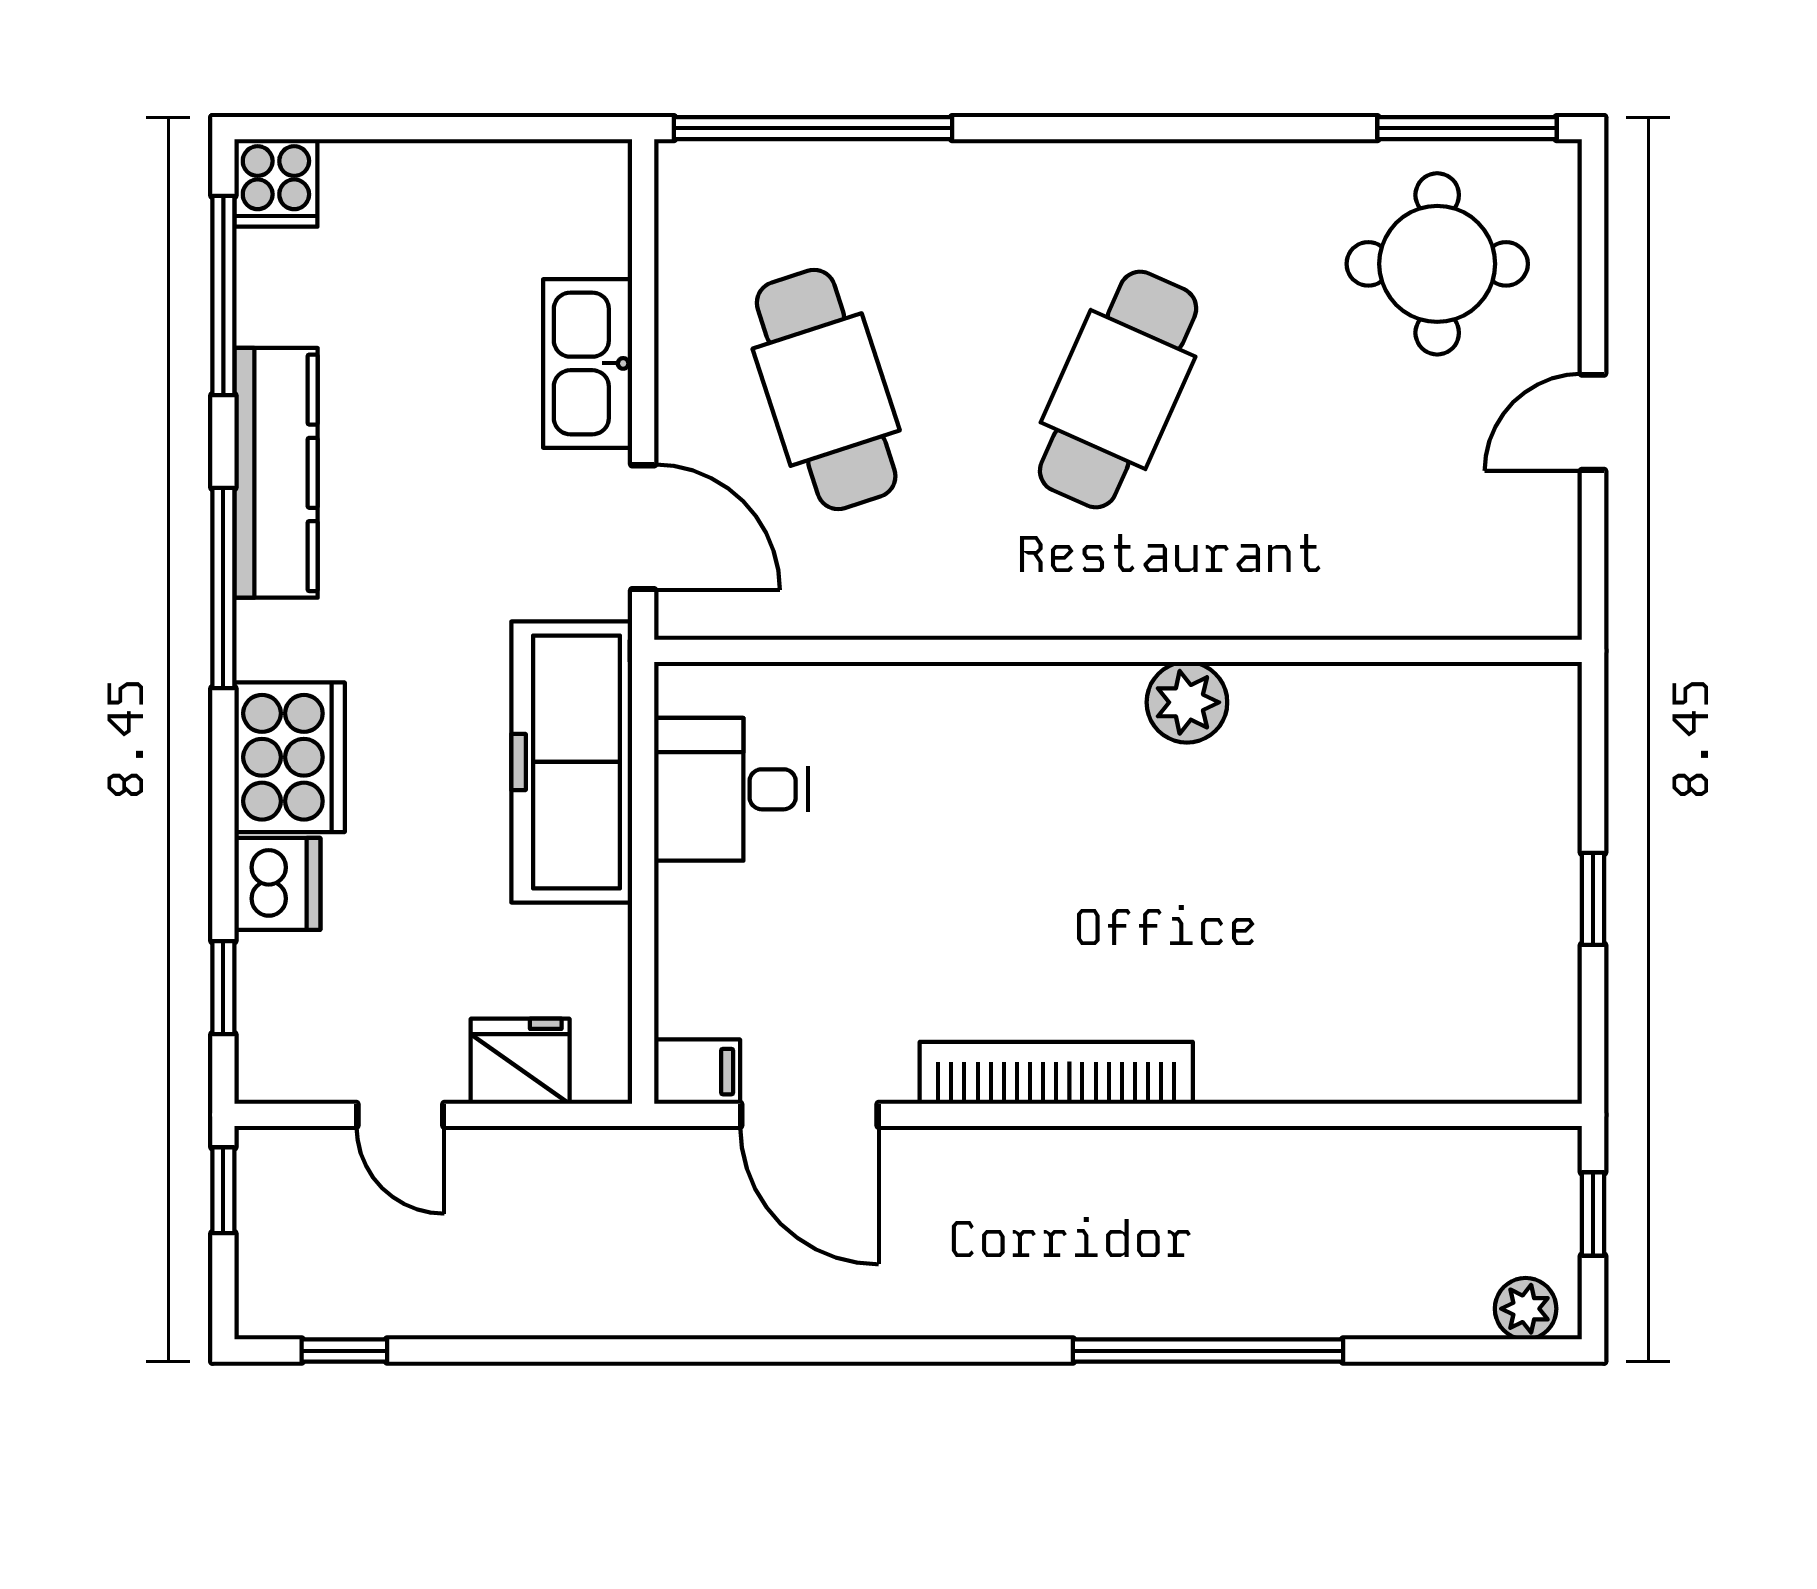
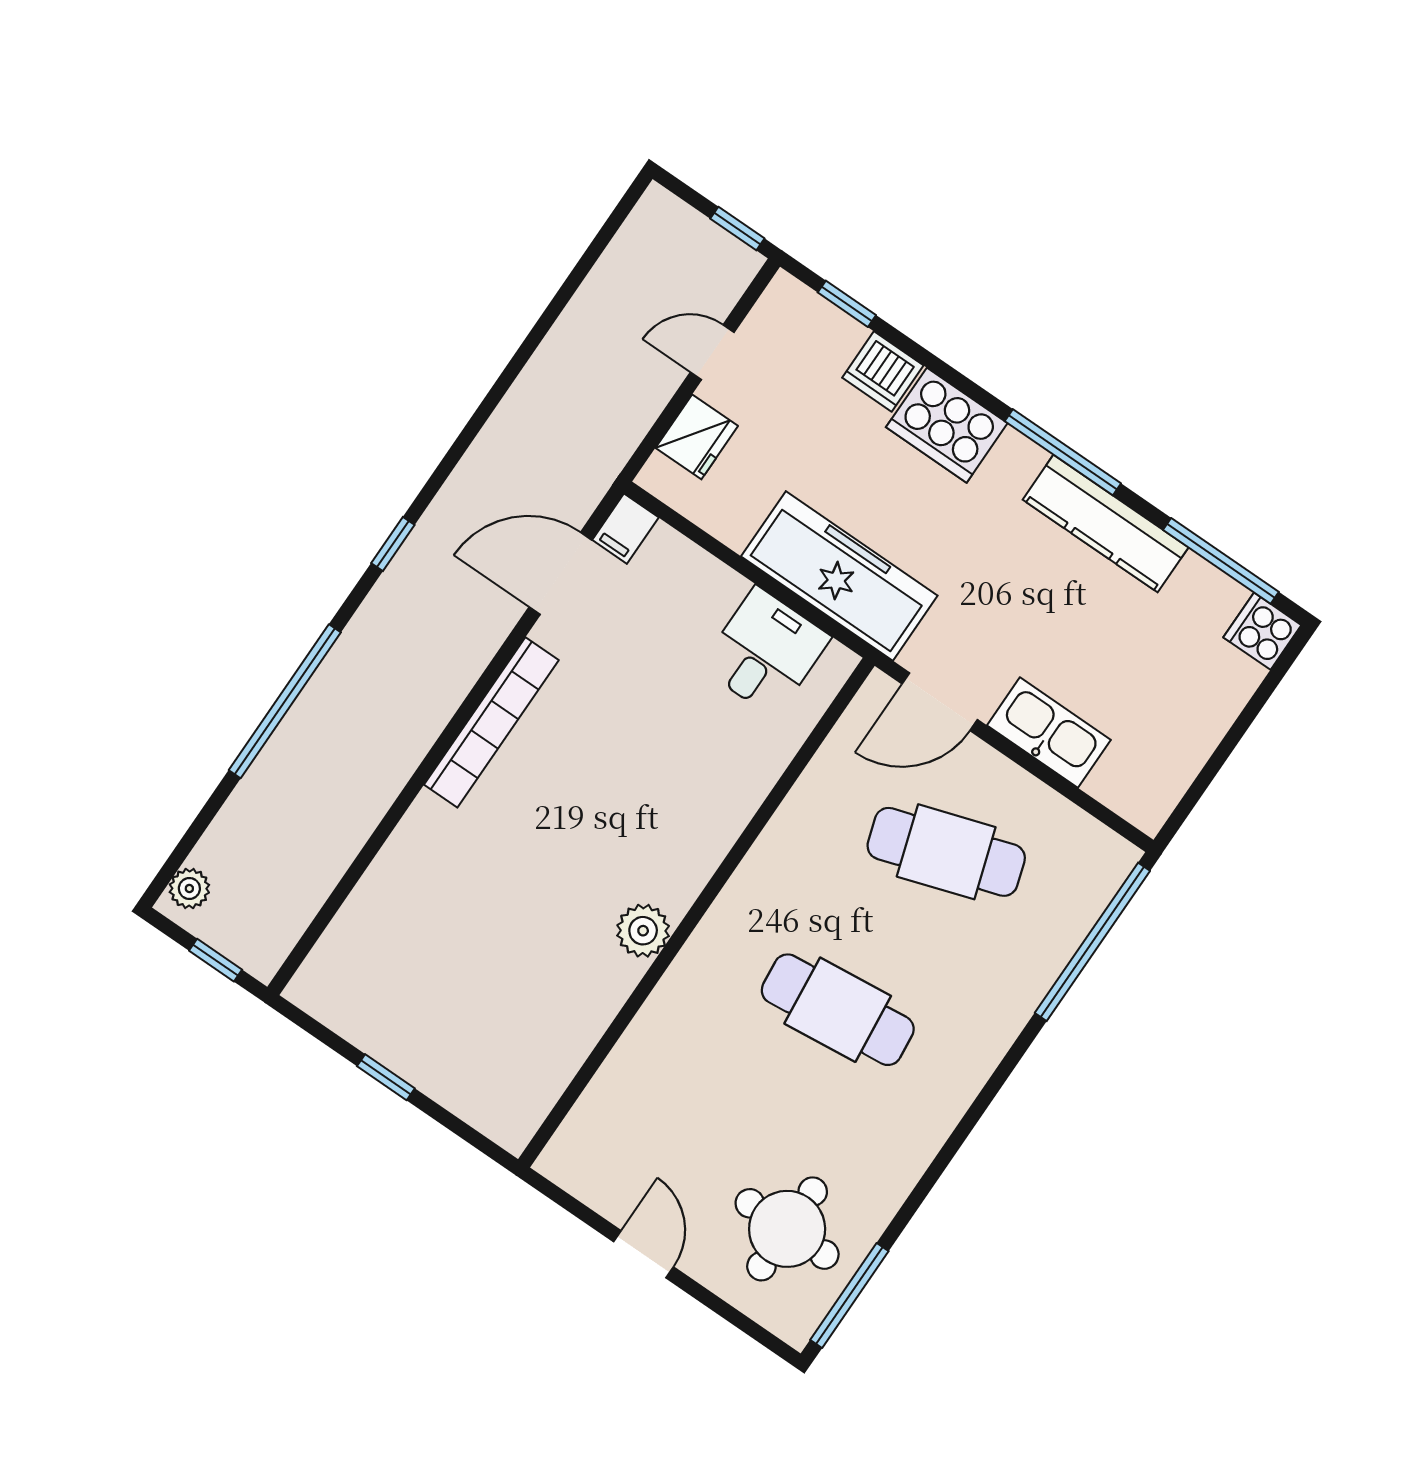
cafe table: (1118, 390) -> (838, 1010), turned -30
window: (344, 1351) -> (393, 544), moved

